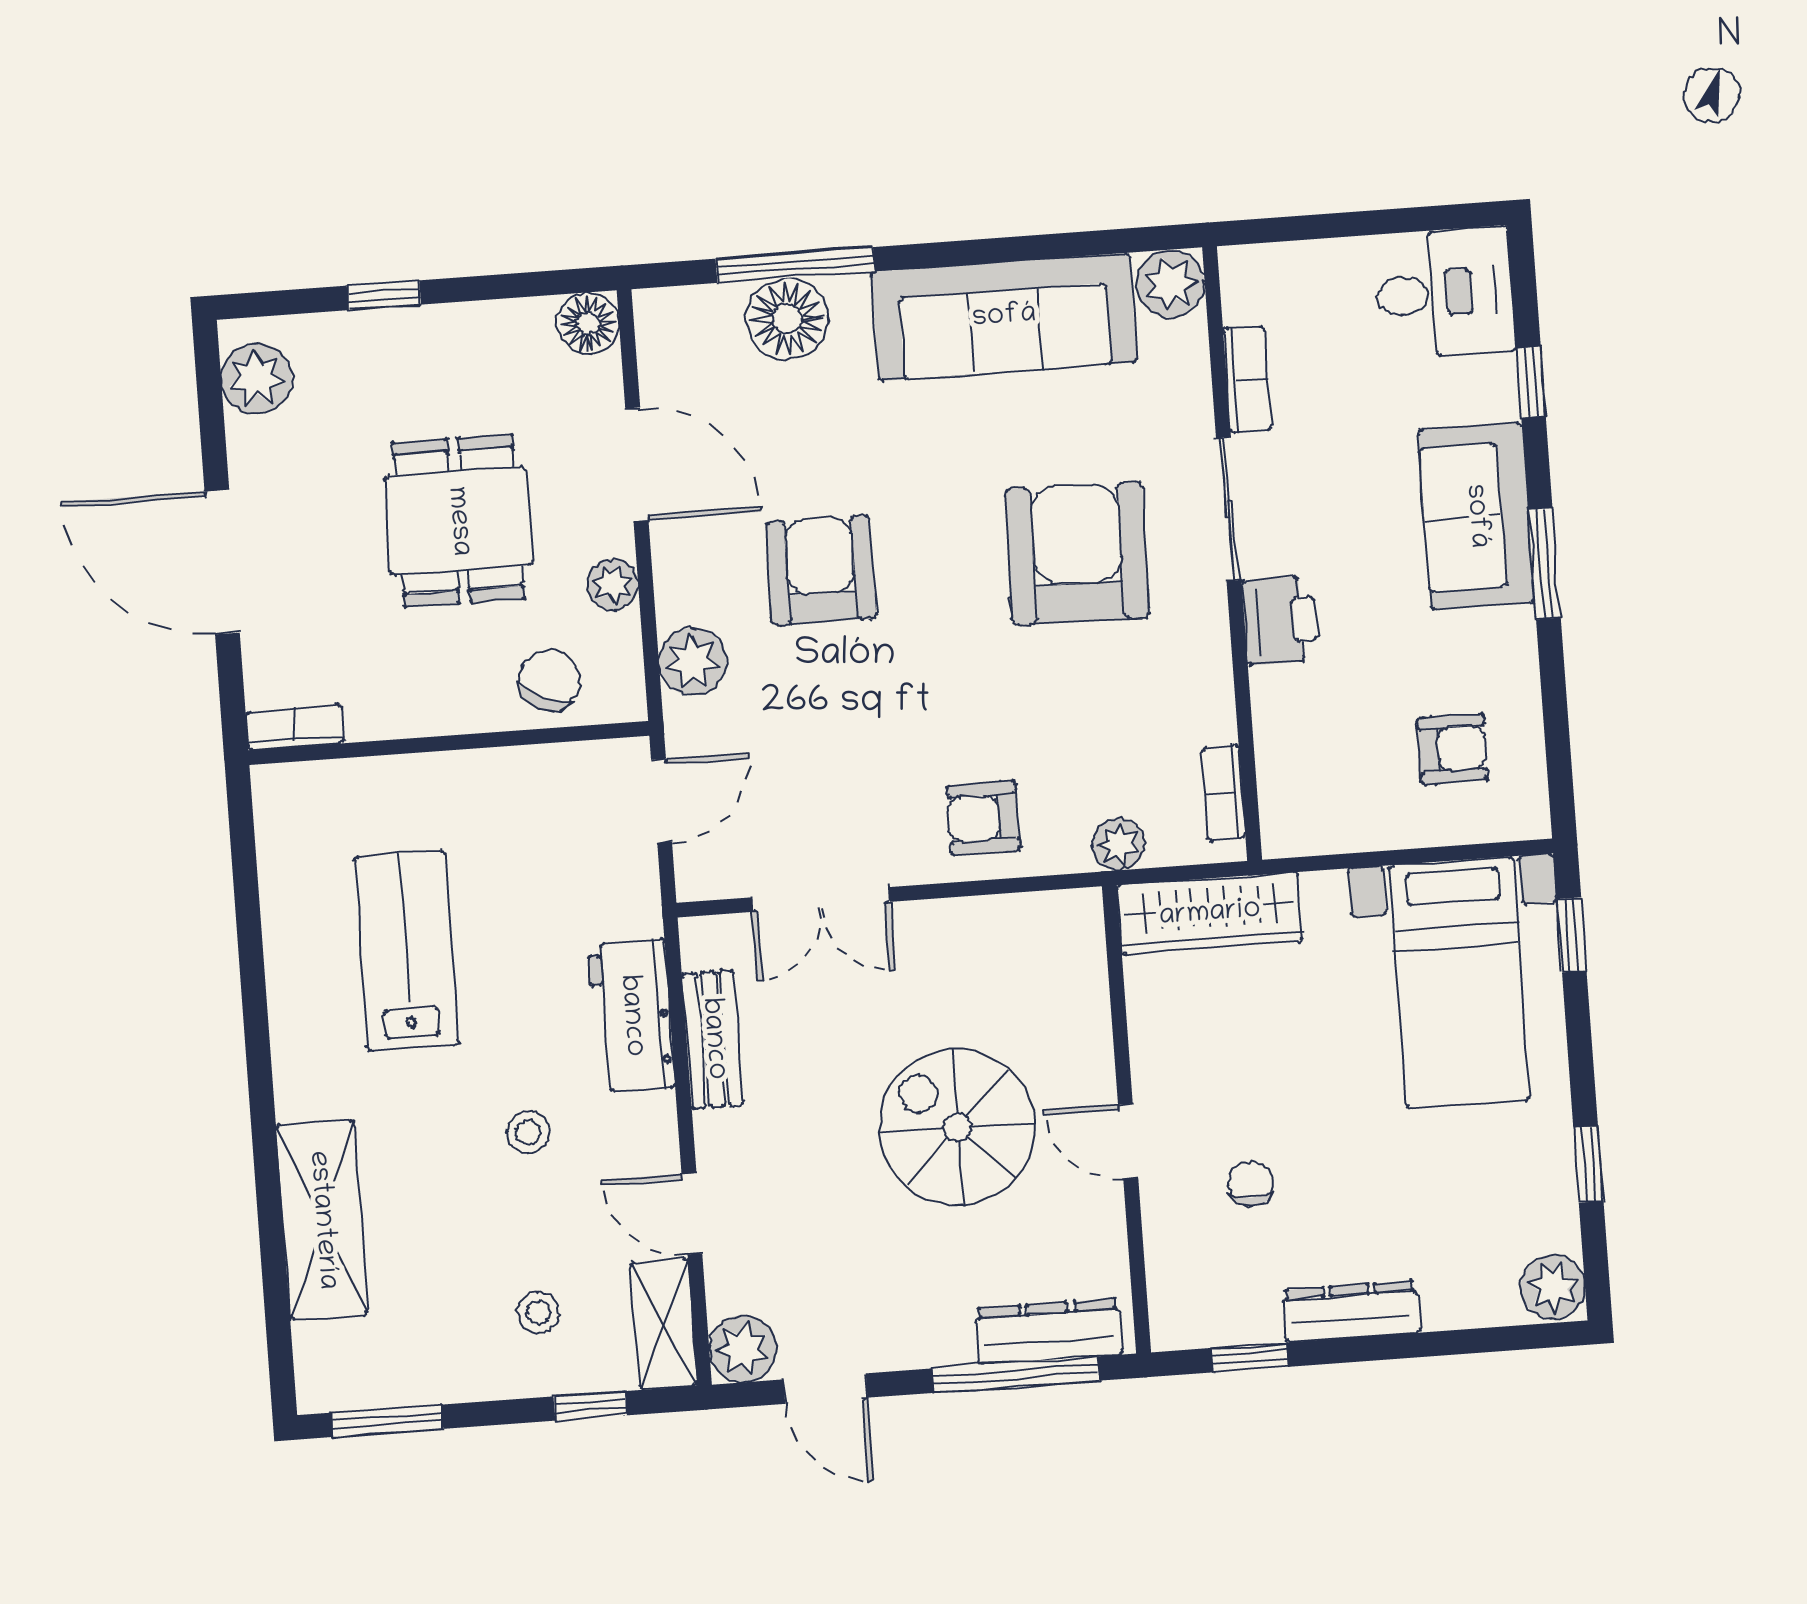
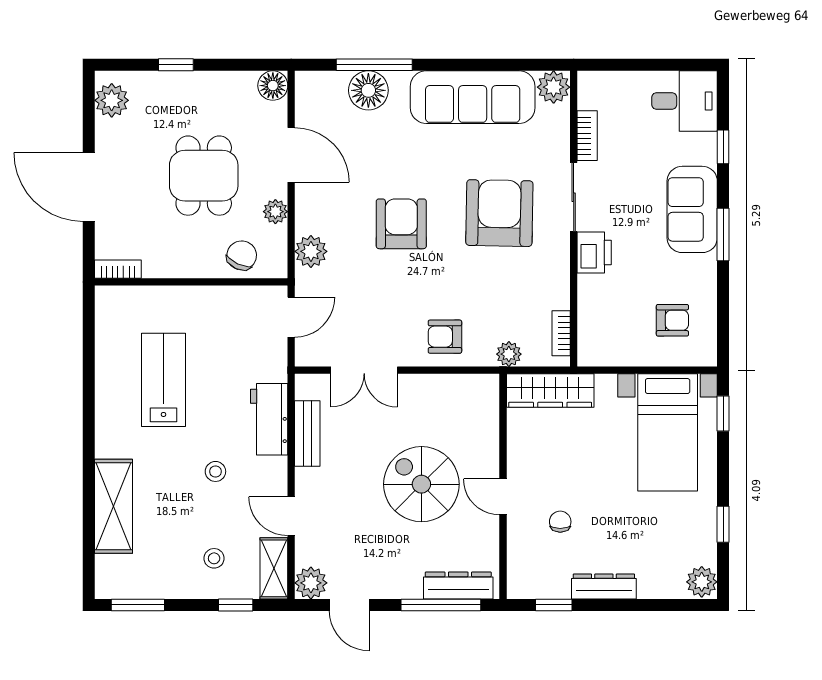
armchair: (821, 570) -> (401, 224), moved

